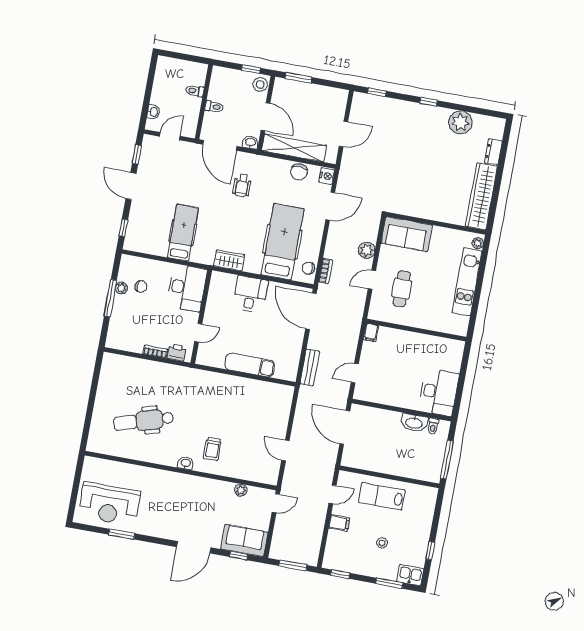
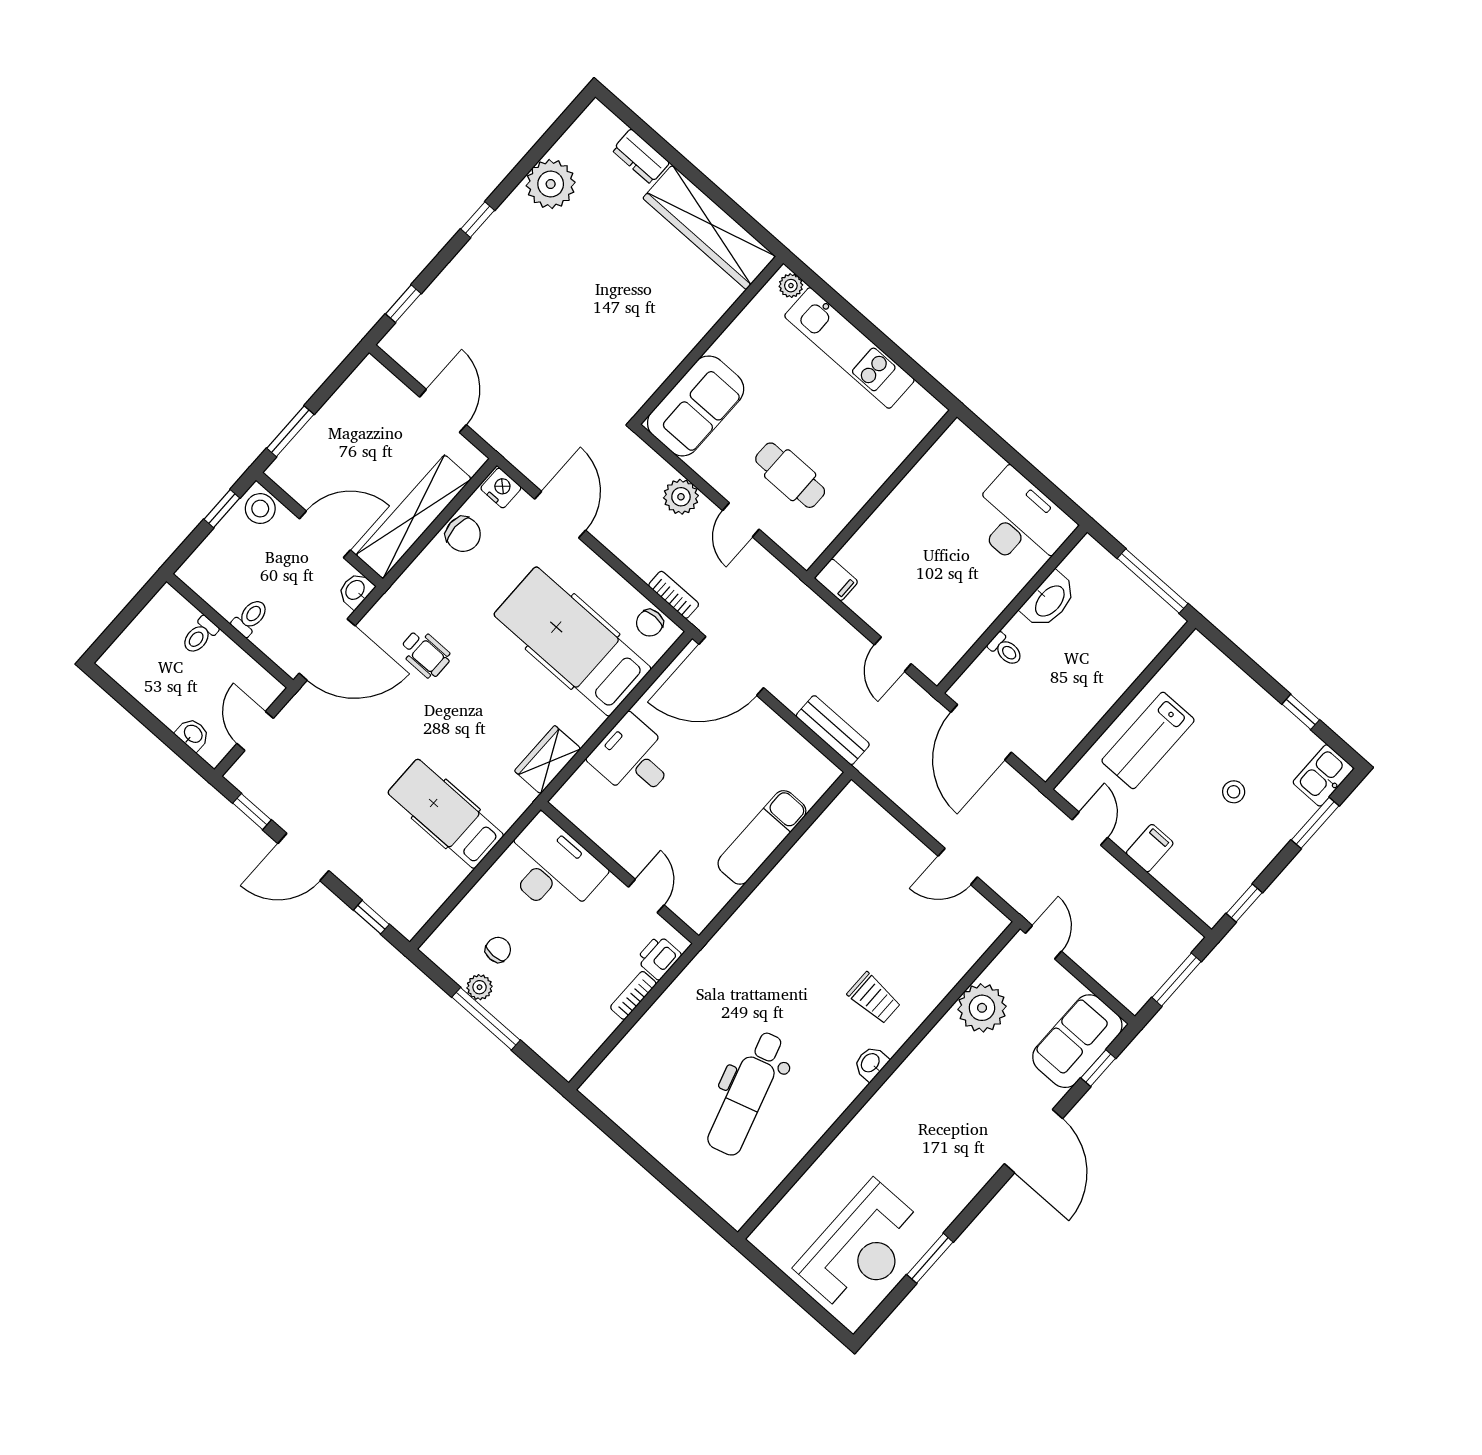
toilet: (433, 426) -> (1006, 650), moved
door: (345, 427) -> (981, 732), hinge flipped
plant: (241, 490) -> (982, 1008), width x1.88, depth x1.88

